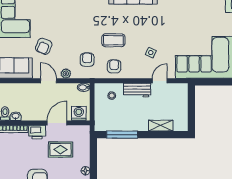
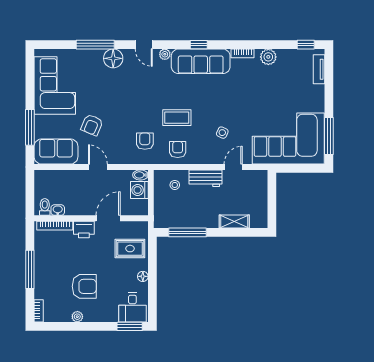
plant: (66, 74) -> (119, 158), removed
washing machine: (79, 113) -> (139, 190), moved, turned -90
rug: (60, 150) -> (130, 249), moved

